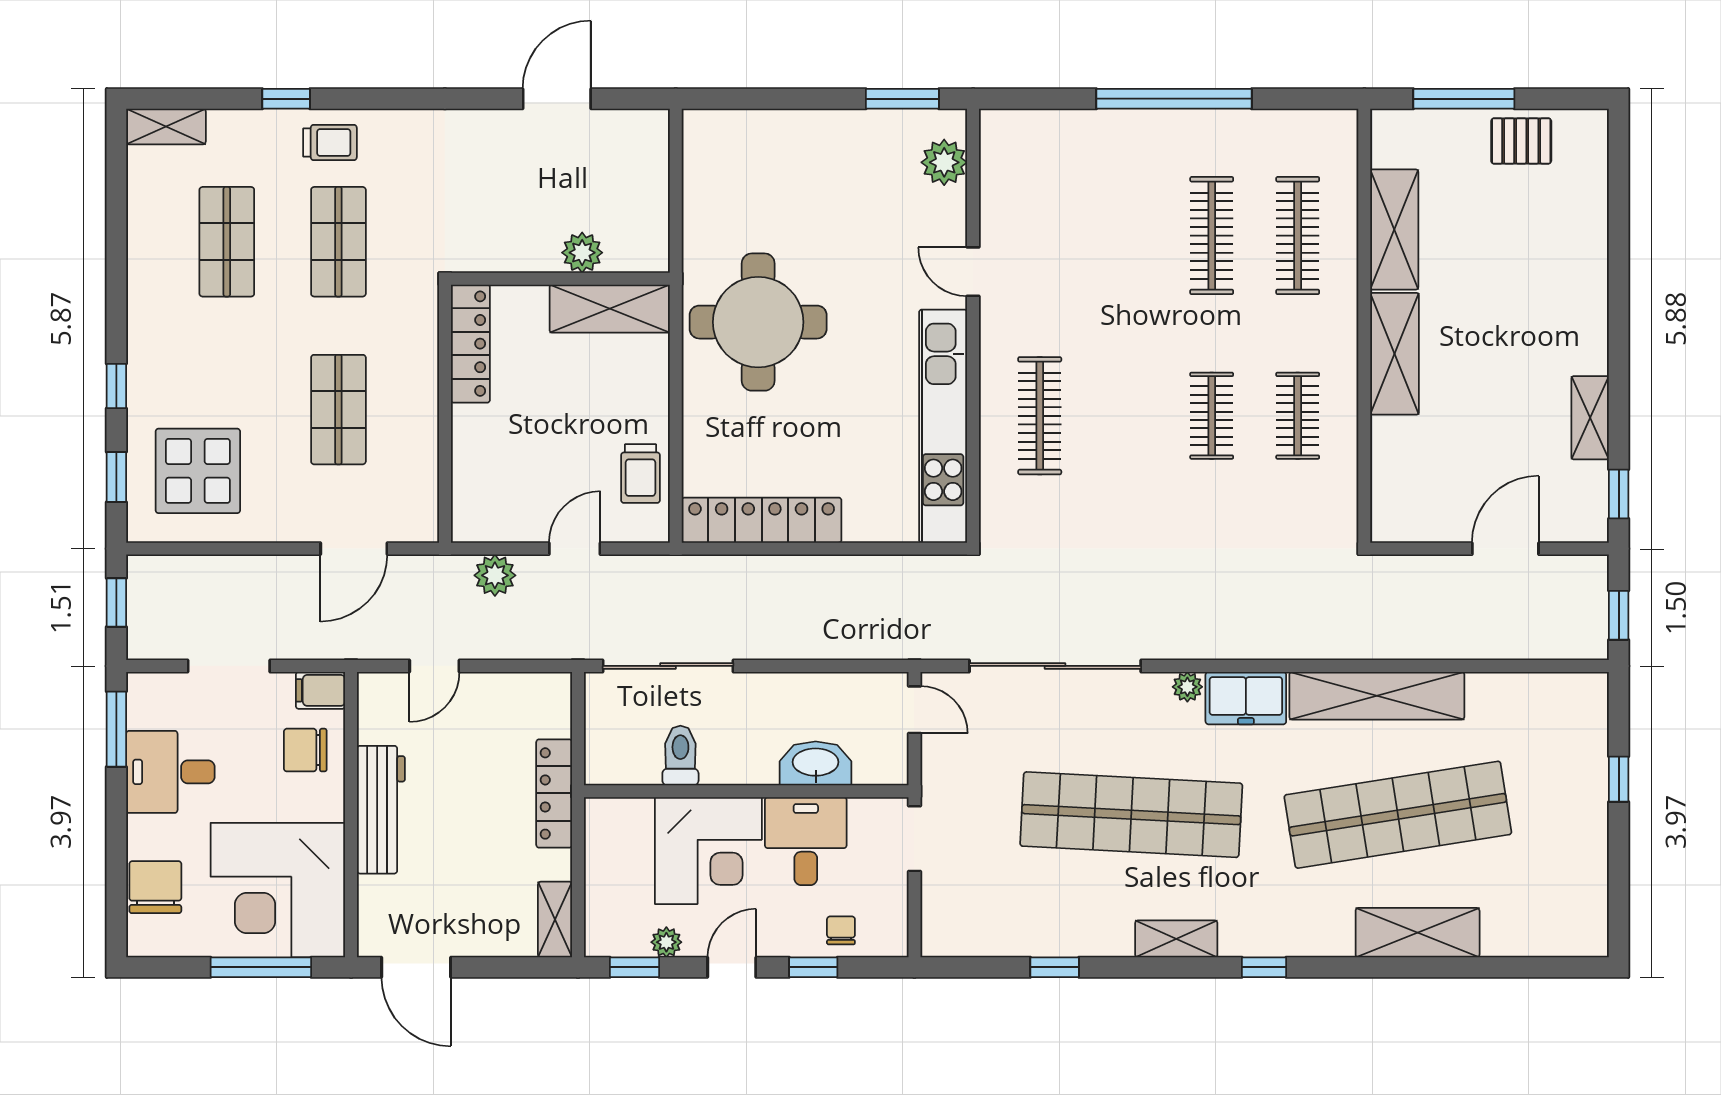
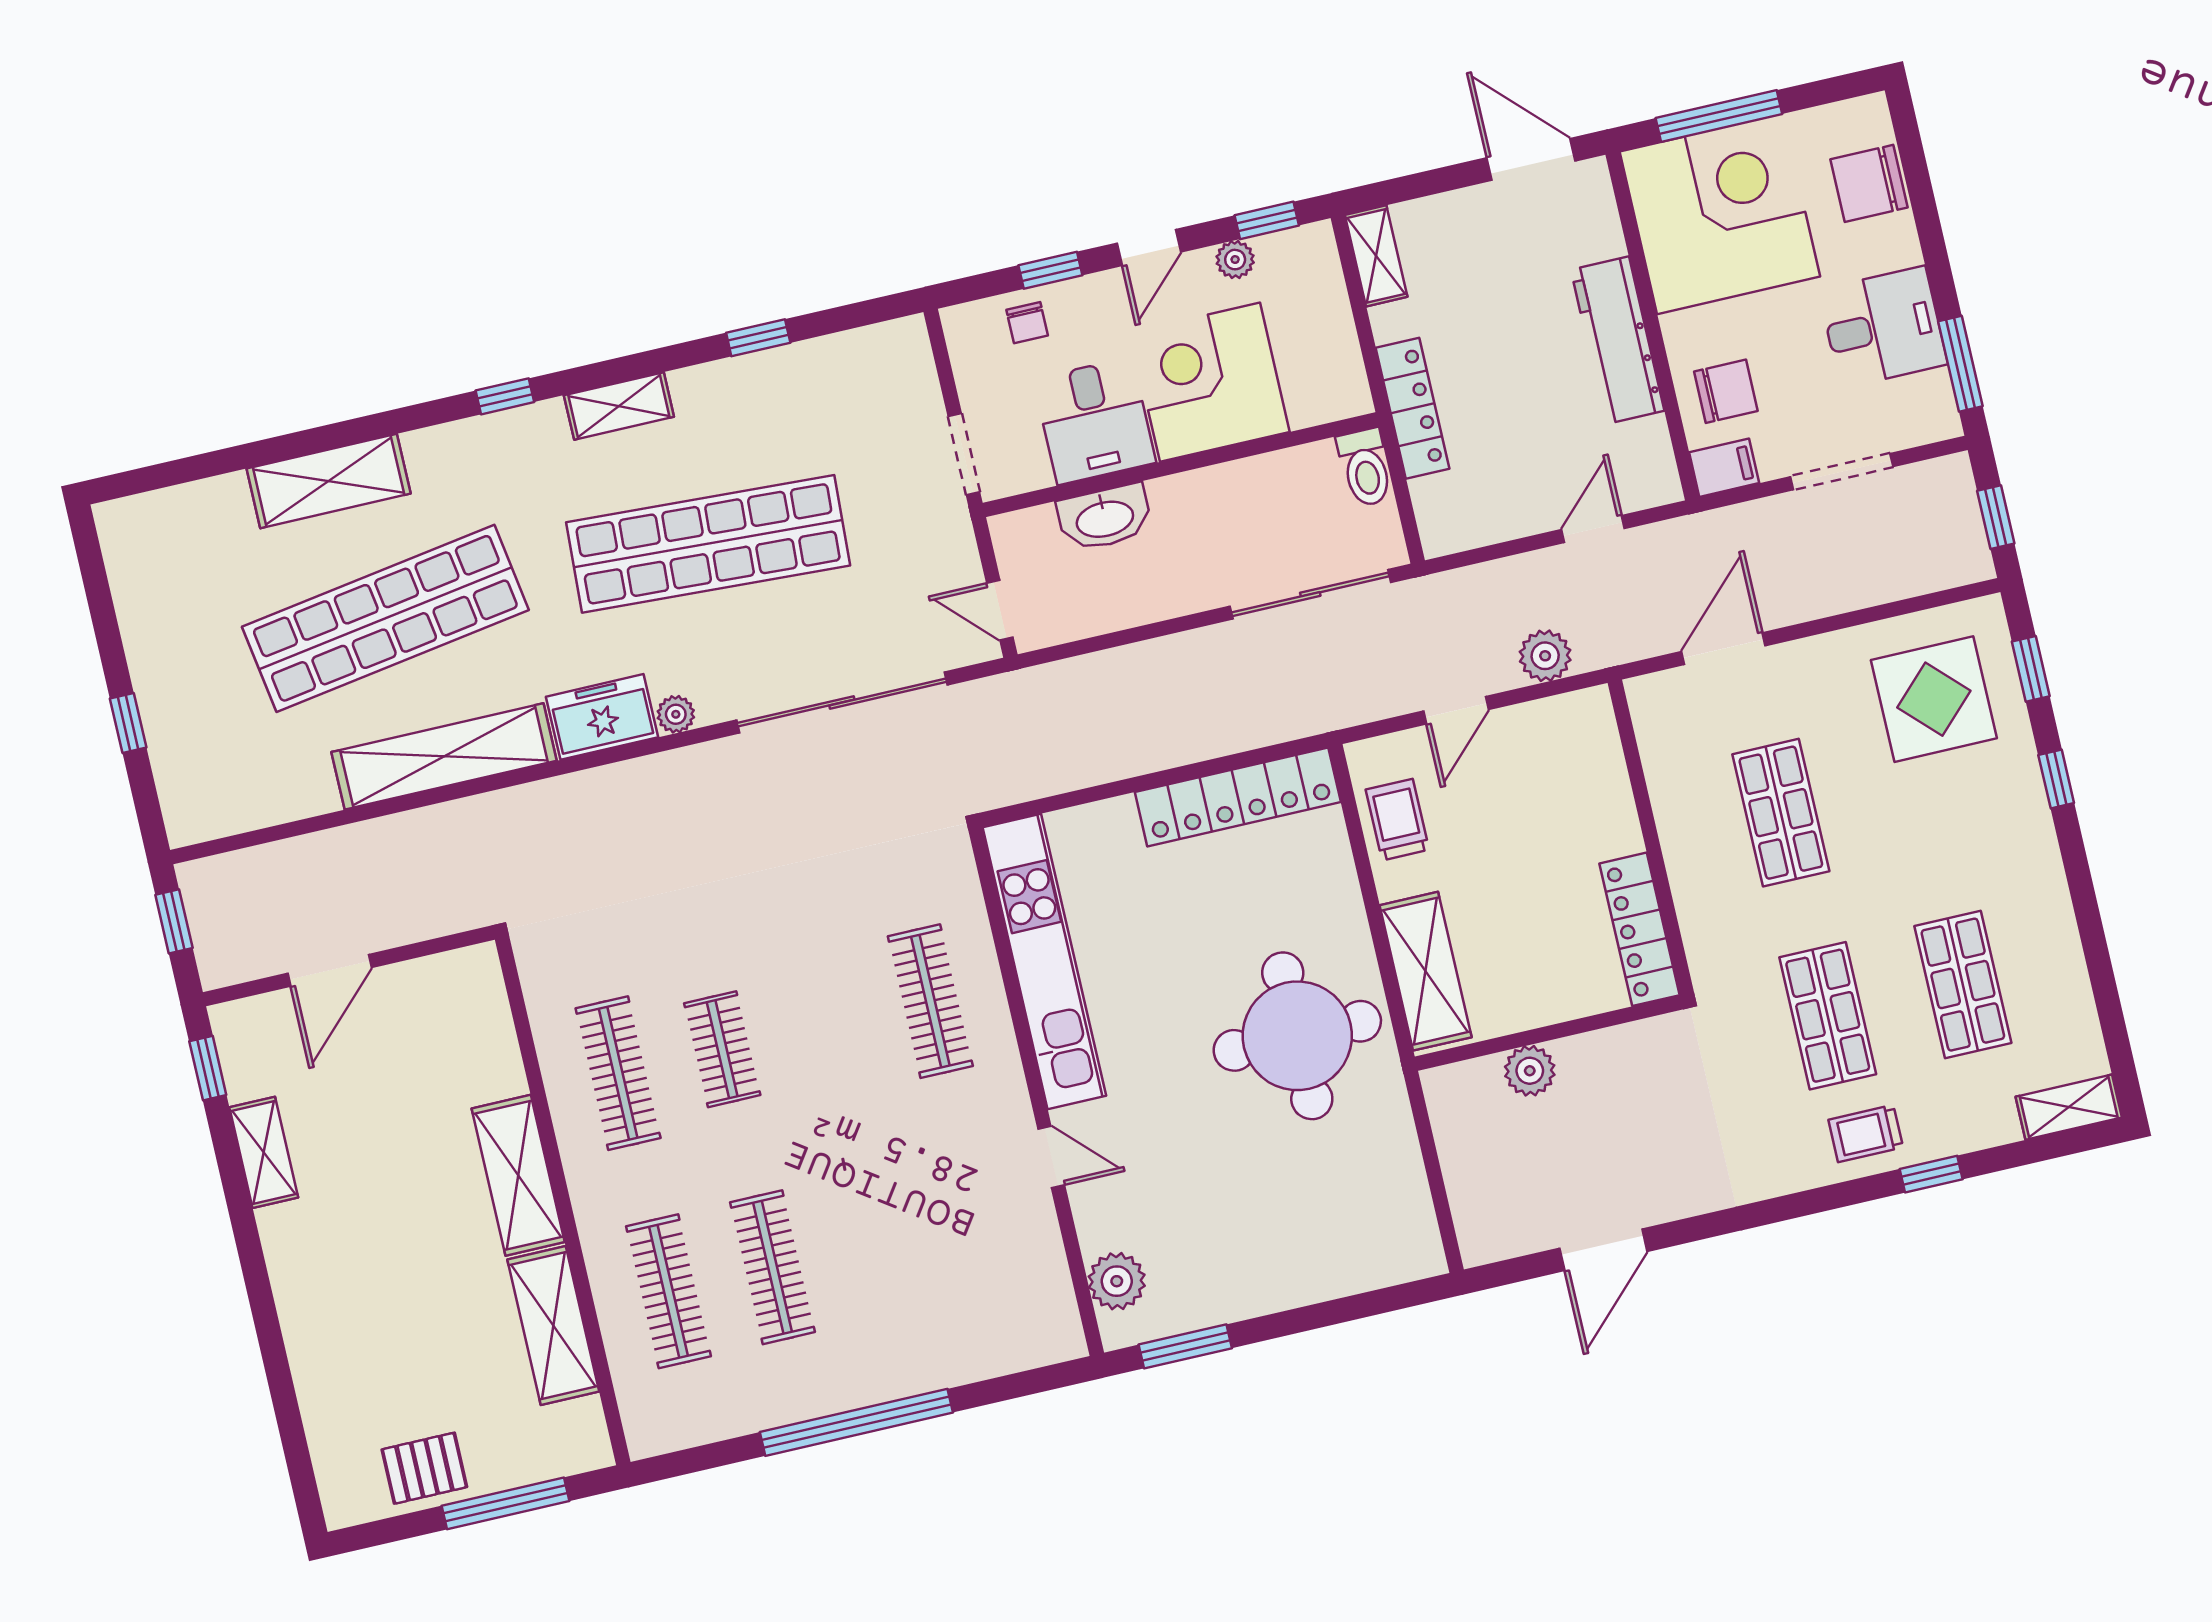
shelving: (610, 309) -> (1426, 971), moved, turned 90
clothes rail: (1298, 416) -> (618, 1073), width x1.36
toilet: (680, 755) -> (1365, 468), moved
chair: (155, 887) -> (1869, 183), turned 90

